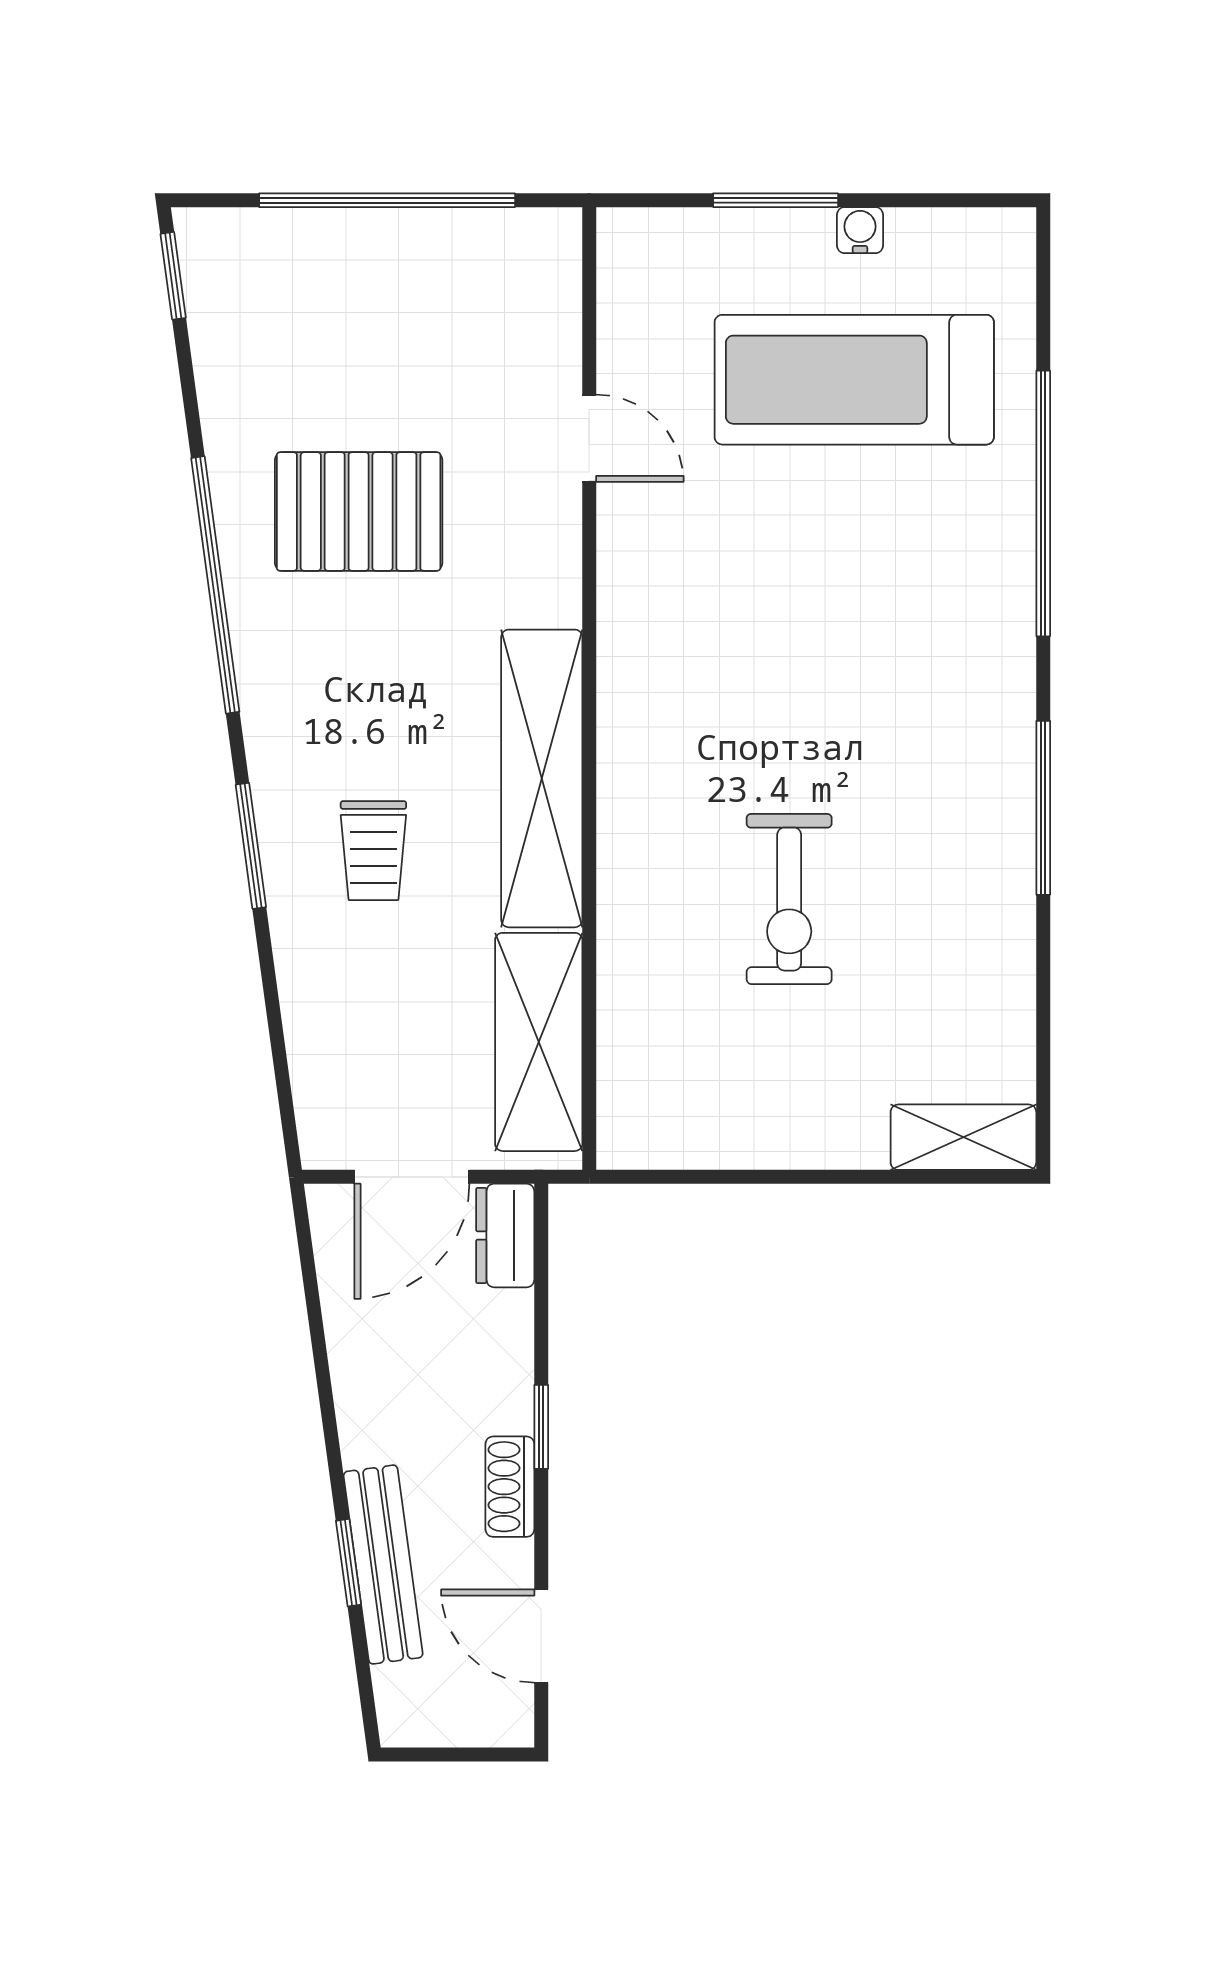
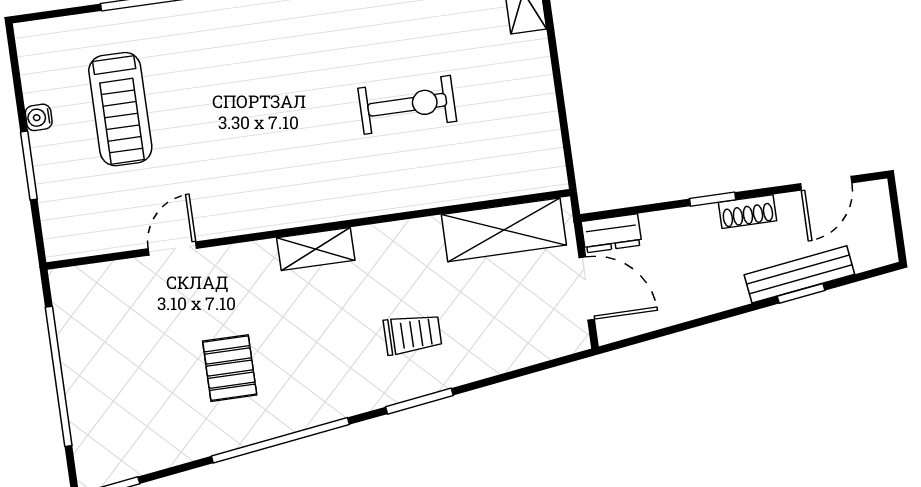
treadmill: (854, 380) -> (120, 109), width x0.73, depth x0.73
pallet: (359, 512) -> (230, 368), width x0.67, depth x0.71
shelving: (542, 778) -> (316, 249), width x0.45, depth x0.75

